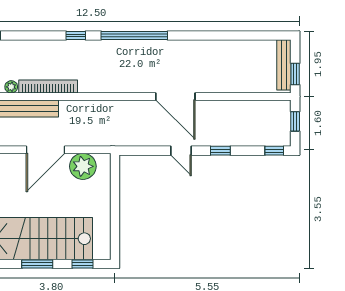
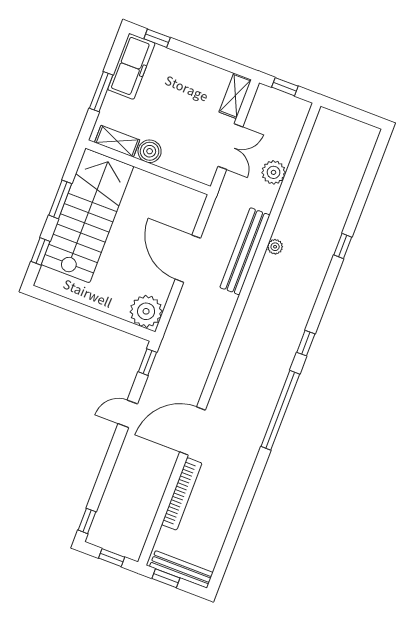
bookcase: (48, 86) -> (182, 494), moved
window: (220, 151) -> (147, 362), moved
plant: (83, 166) -> (146, 311), moved

